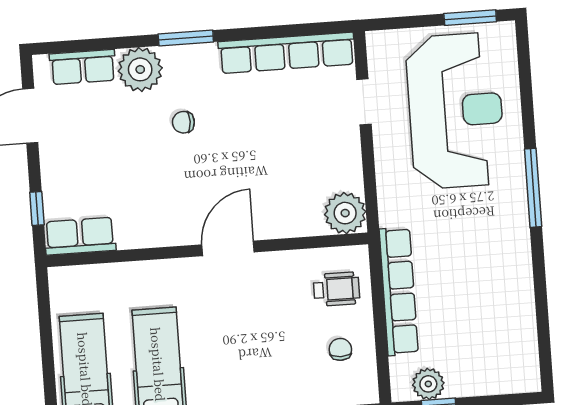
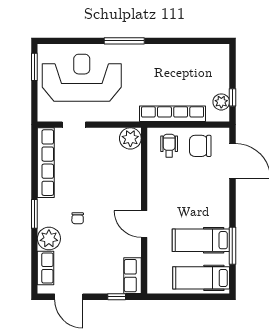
door: (228, 248) -> (144, 224), moved
chair: (340, 349) -> (200, 146), width x1.87, depth x1.87

